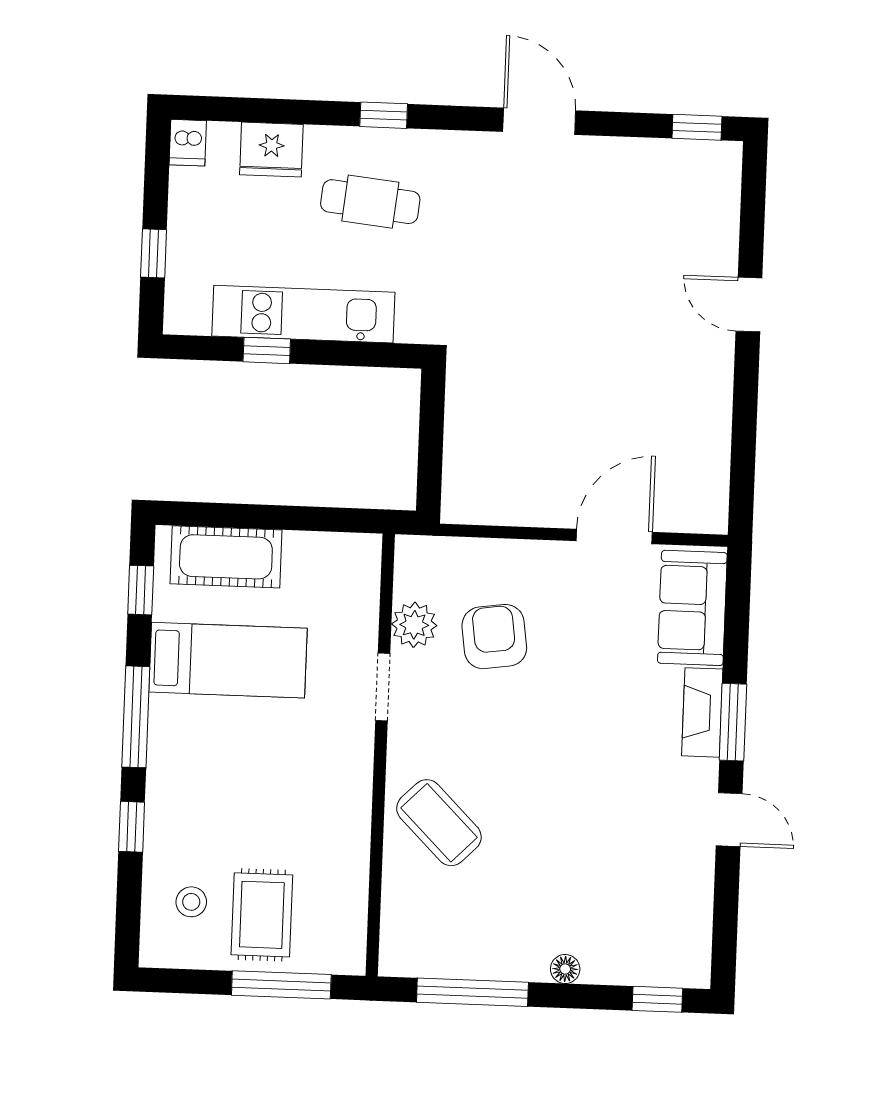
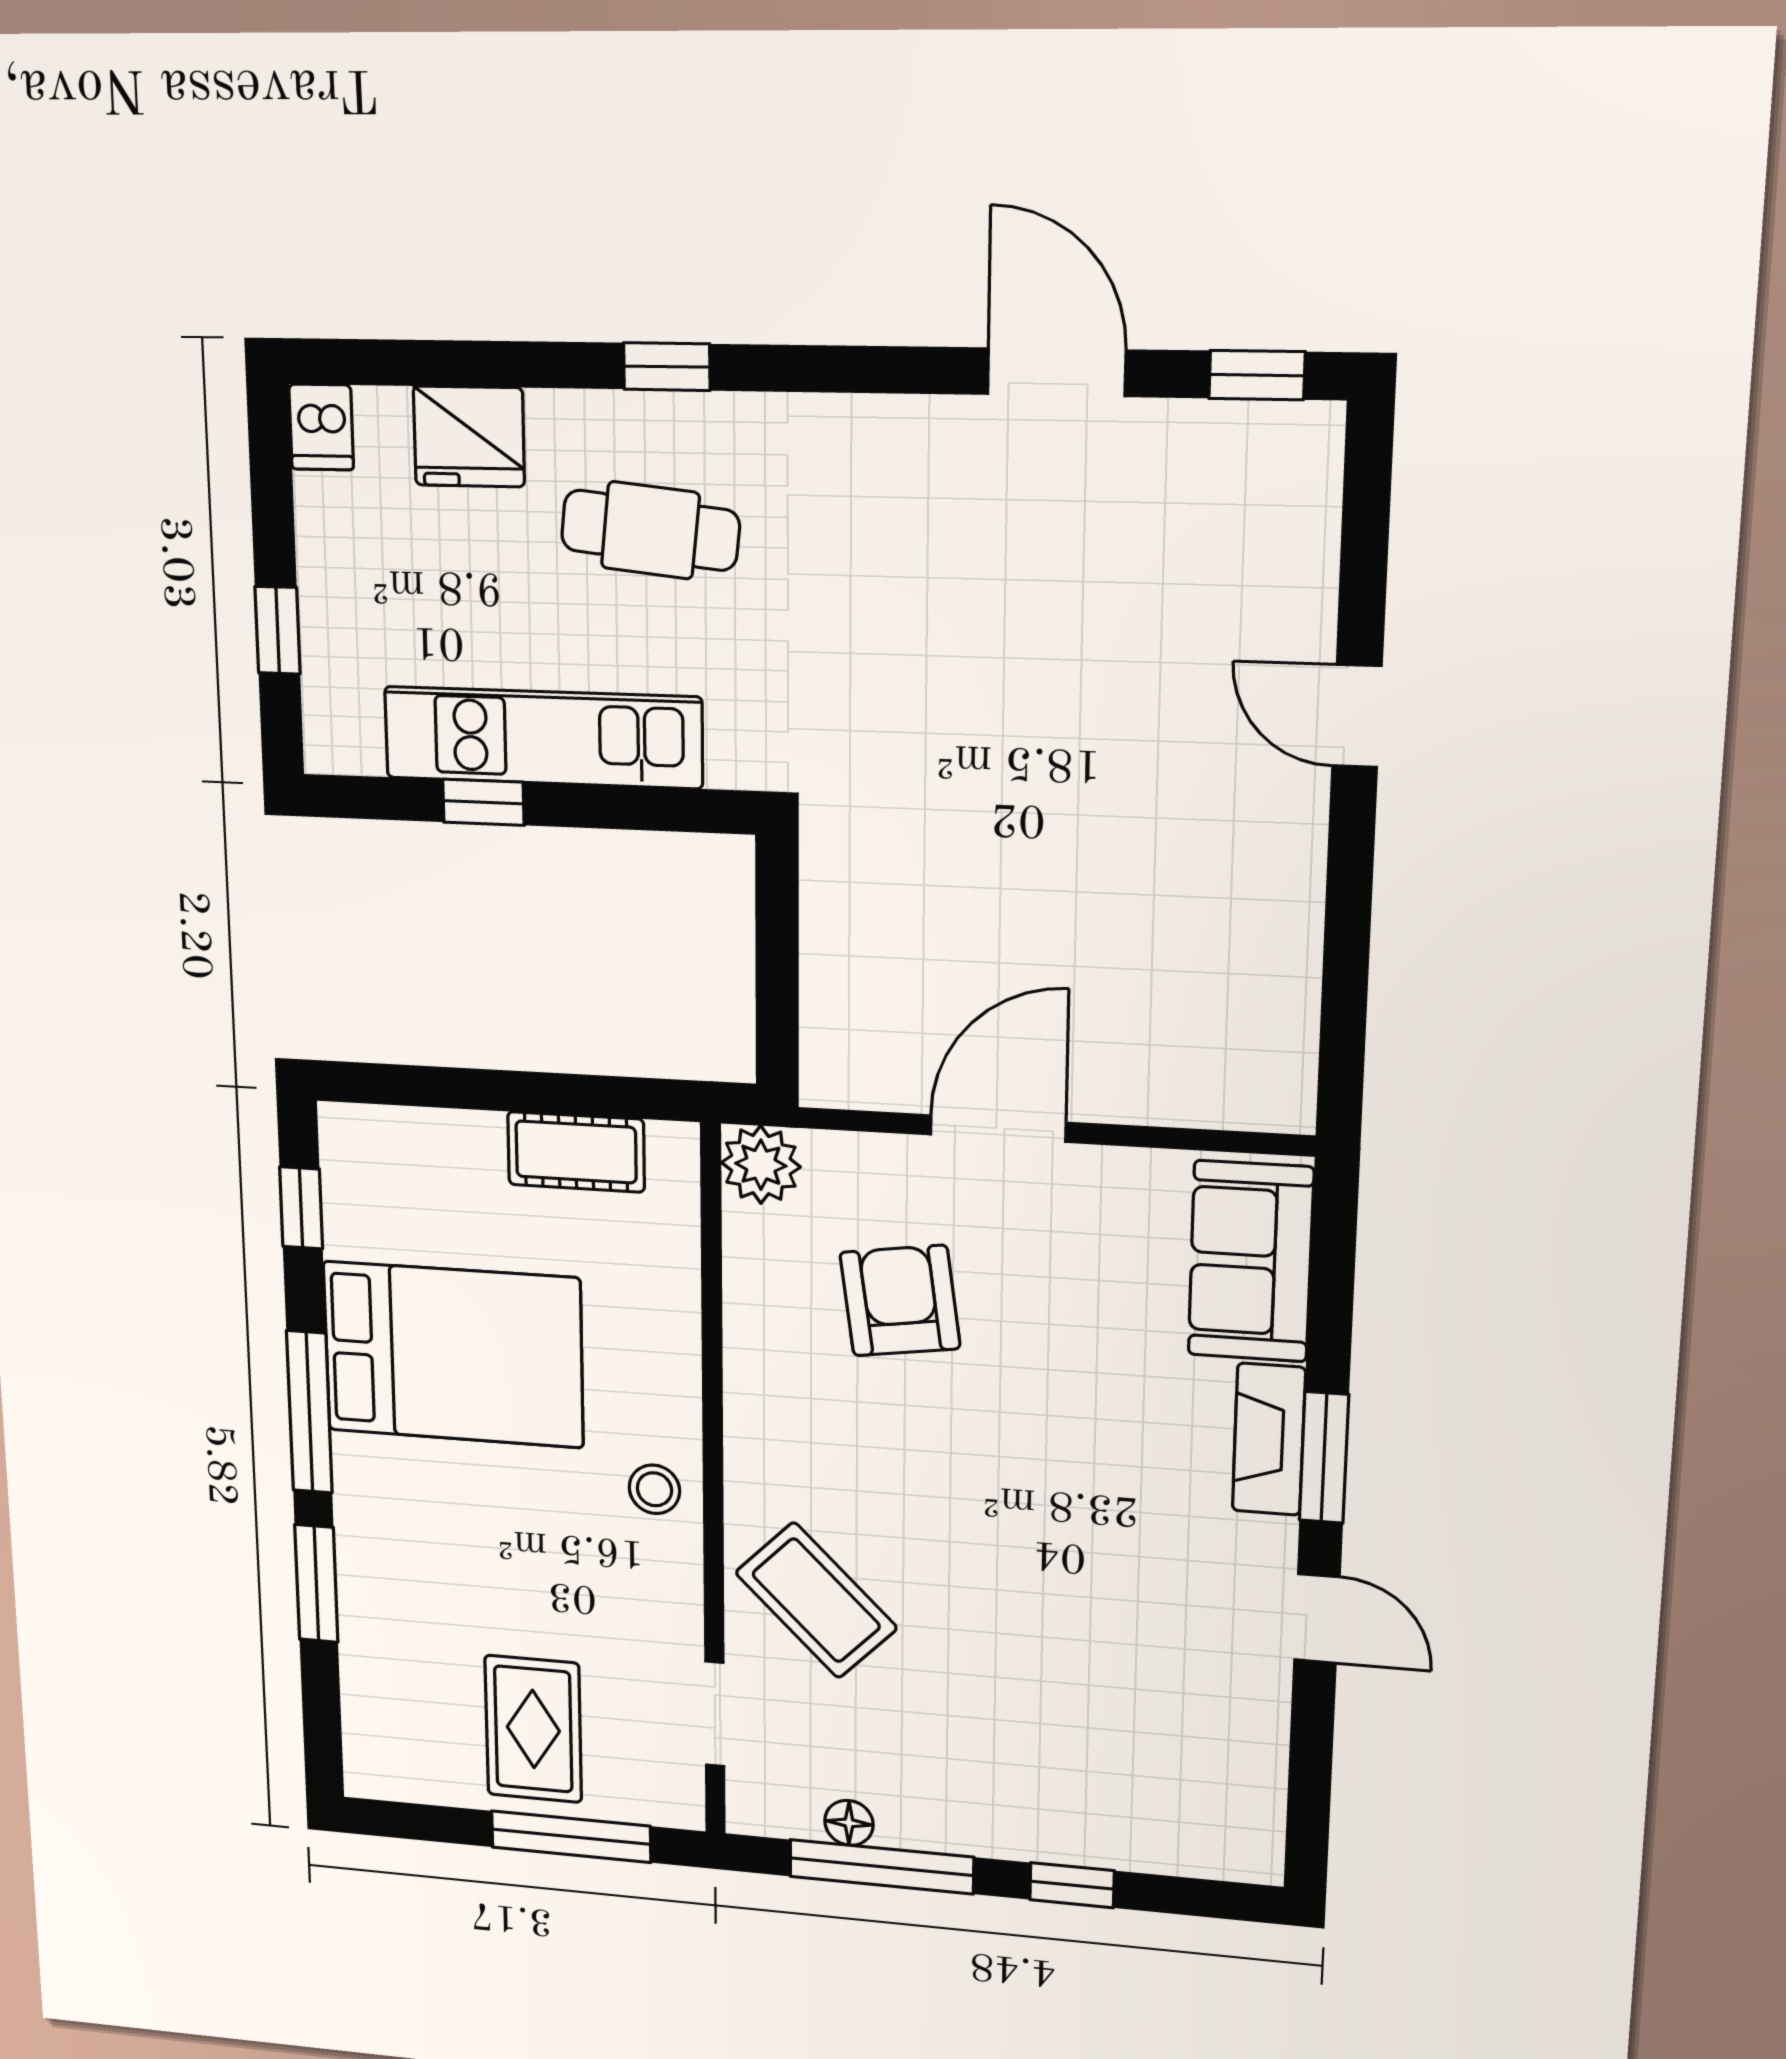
door: (539, 121) -> (1057, 372), moved
door: (614, 537) -> (998, 1129), moved
cot: (226, 557) -> (576, 1152), moved, width x0.73, depth x0.75
plant: (414, 625) -> (761, 1165), moved
bed: (228, 660) -> (453, 1355), width x1.50
doorway: (383, 687) -> (715, 1714), moved
window: (132, 827) -> (316, 1584), width x1.50
stool: (191, 902) -> (654, 1489), moved
floor lamp: (565, 969) -> (849, 1823), moved
window: (657, 999) -> (1072, 1885), moved

